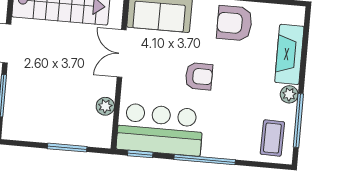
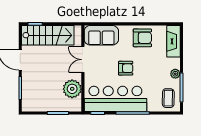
armchair: (234, 23) -> (142, 38), turned 180
fireplace: (289, 54) -> (173, 41), moved
plant: (105, 106) -> (72, 89), width x1.88, depth x1.88
bar counter: (160, 130) -> (115, 99), width x1.36

